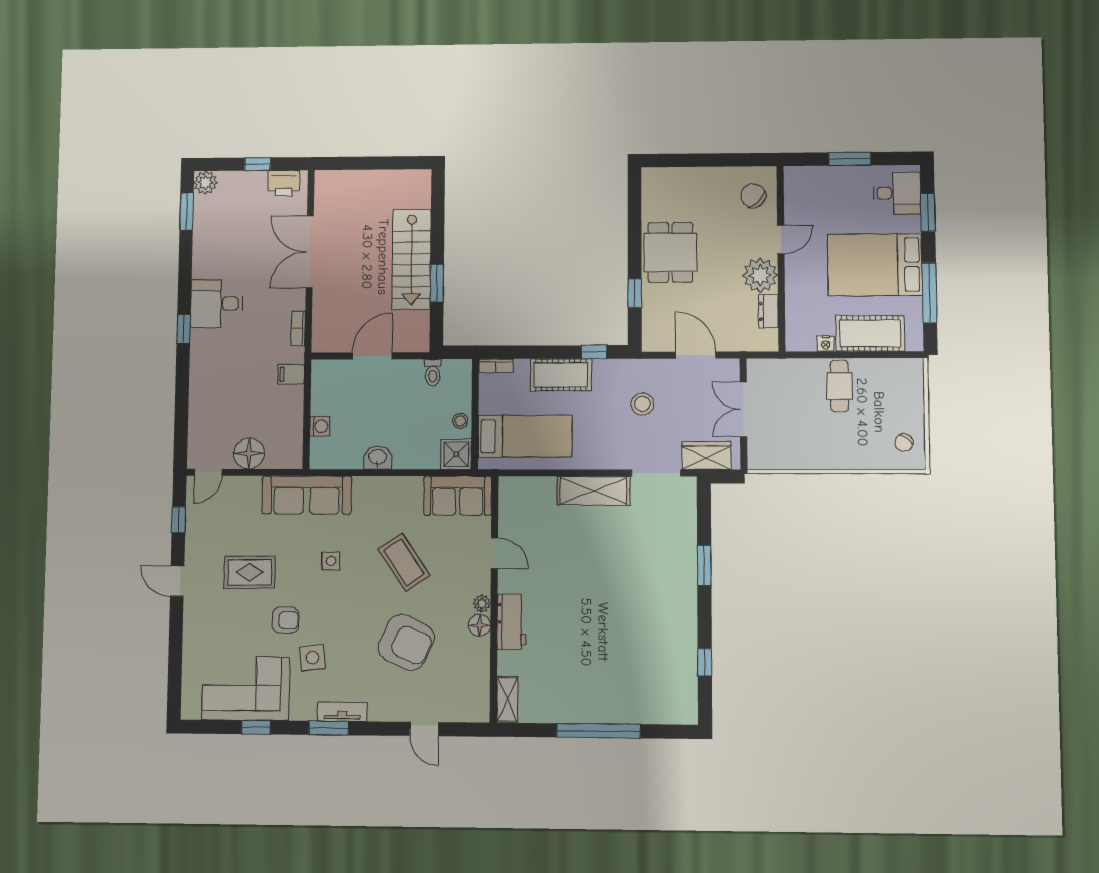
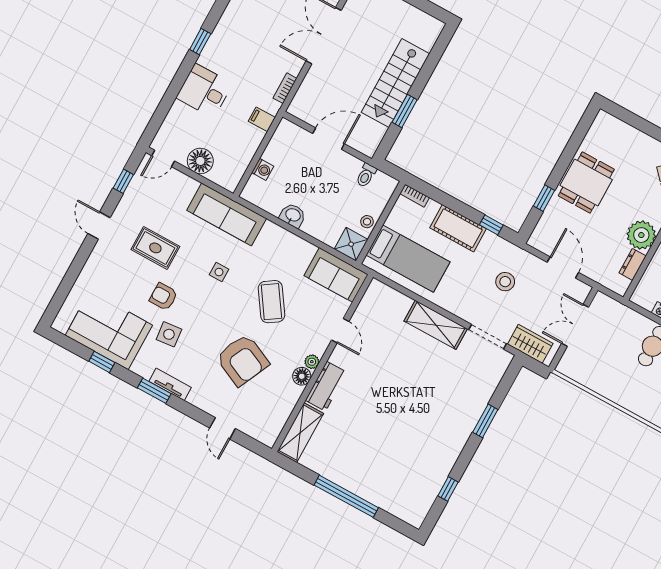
desk: (217, 303) -> (204, 91), moved
armchair: (286, 620) -> (164, 297), turned 180
shelving: (507, 699) -> (300, 433), width x1.50, depth x1.33

